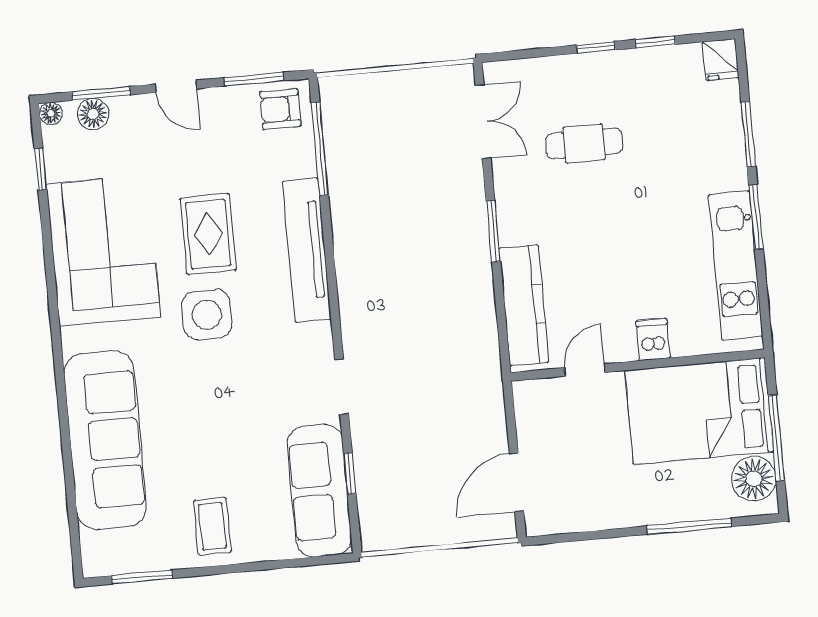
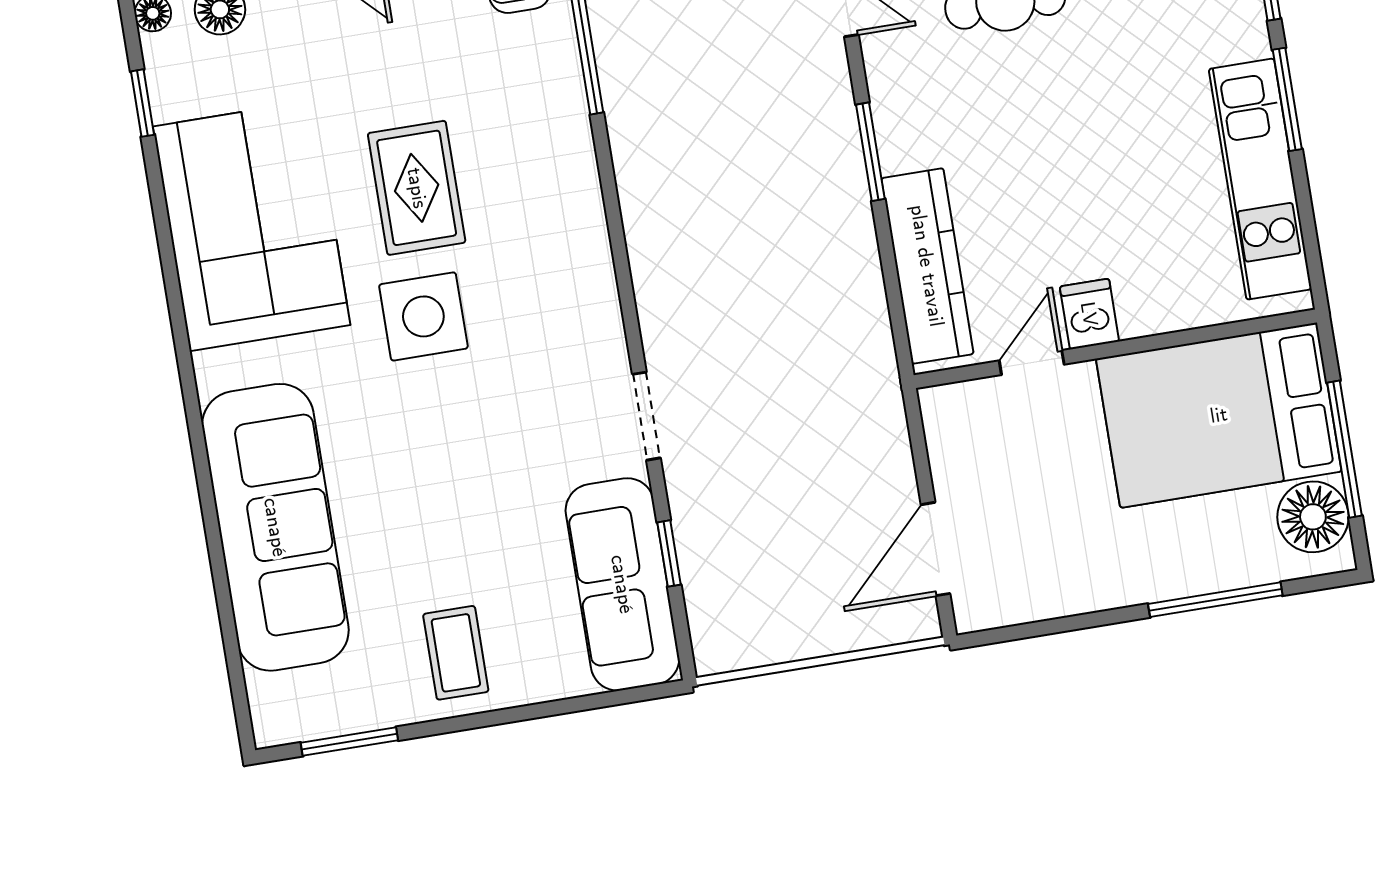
tv unit: (307, 250) -> (576, 202), removed
dishwasher: (653, 339) -> (1089, 314), moved

